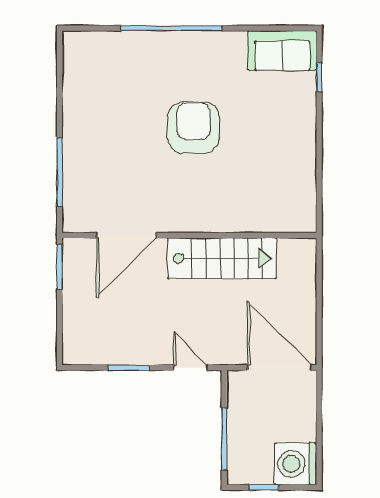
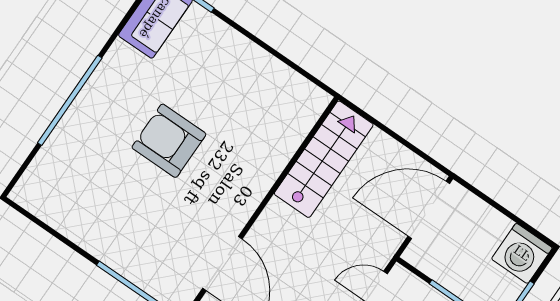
stairs: (222, 258) -> (324, 159), moved

